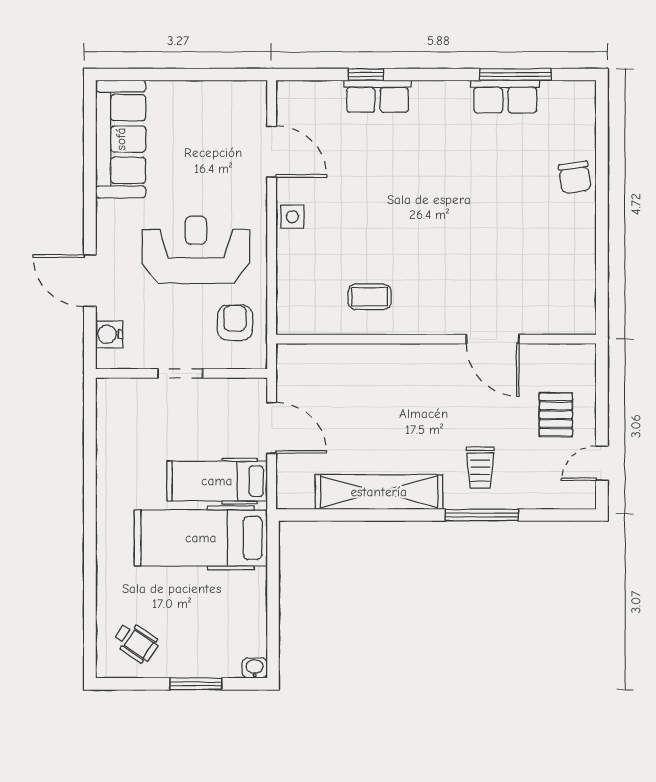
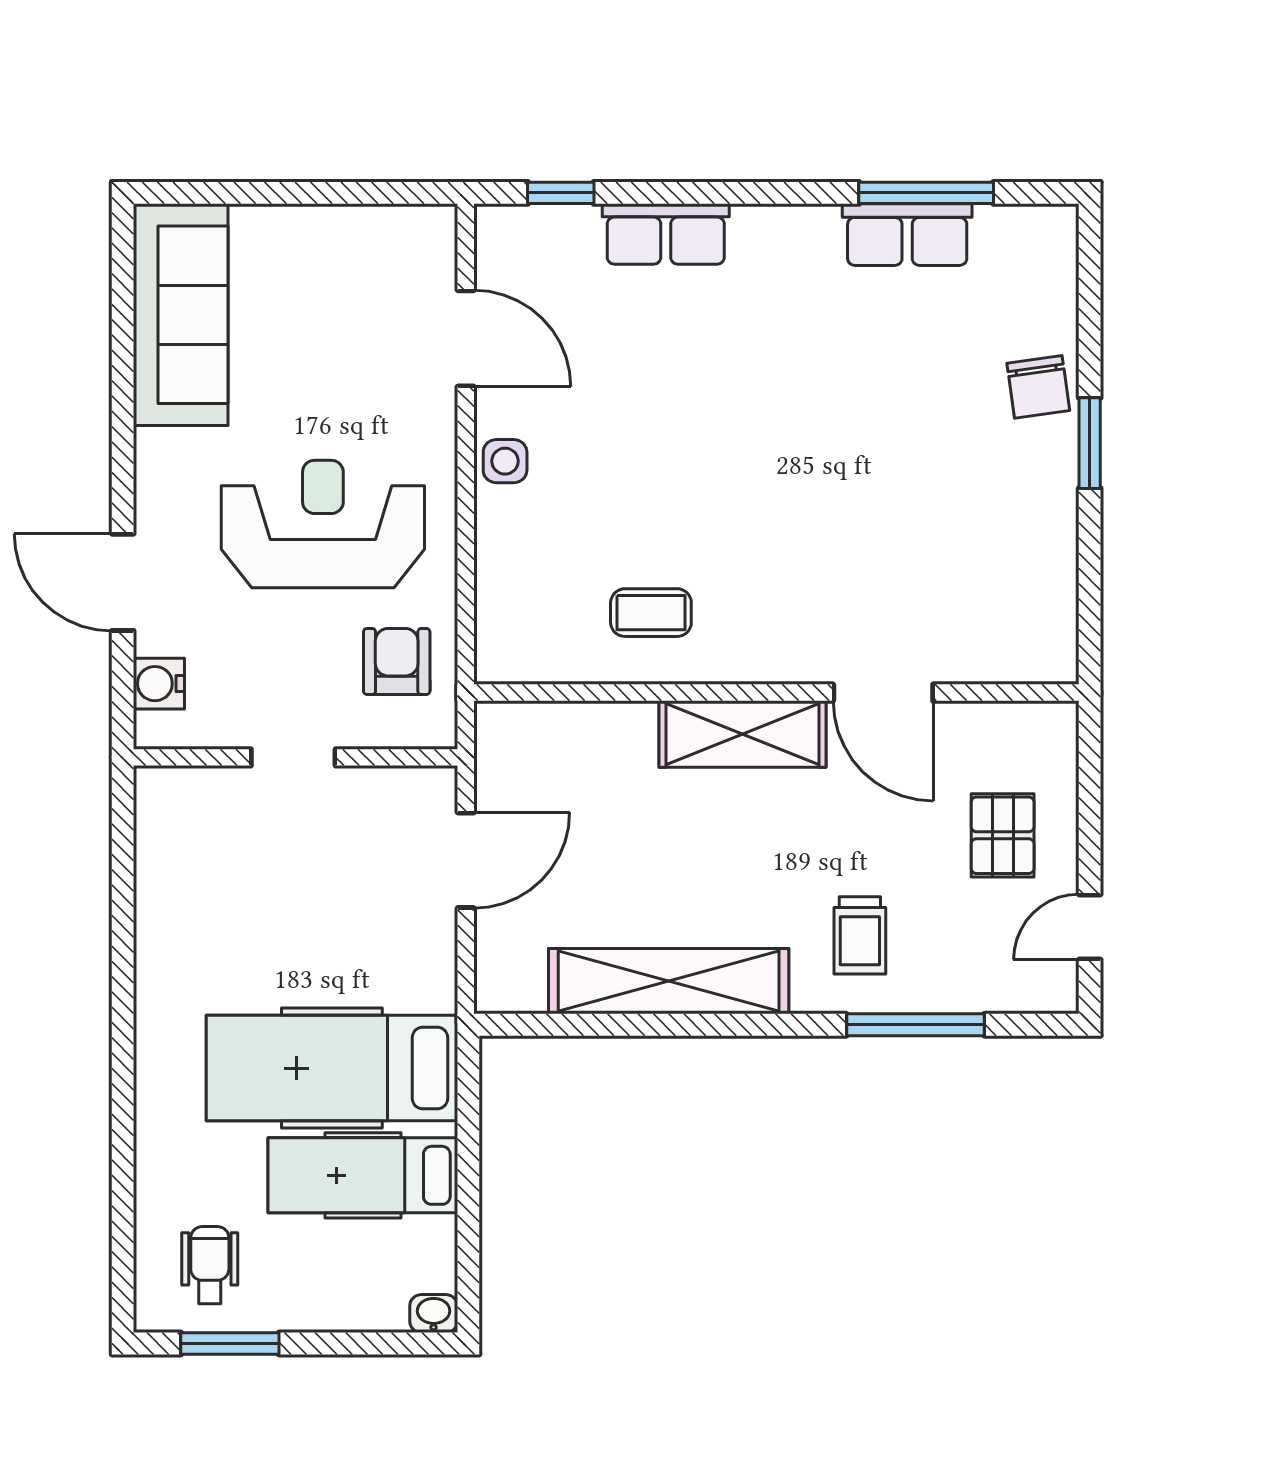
window: (366, 75) -> (561, 193), moved
window: (602, 207) -> (1090, 443), added
shelving: (418, 361) -> (743, 734), added
door: (272, 428) -> (466, 860), hinge flipped
hospital bed: (217, 481) -> (363, 1175), moved
window: (482, 515) -> (915, 1025), moved
wheelchair: (136, 642) -> (210, 1265), turned -124
window: (196, 684) -> (230, 1344), moved

